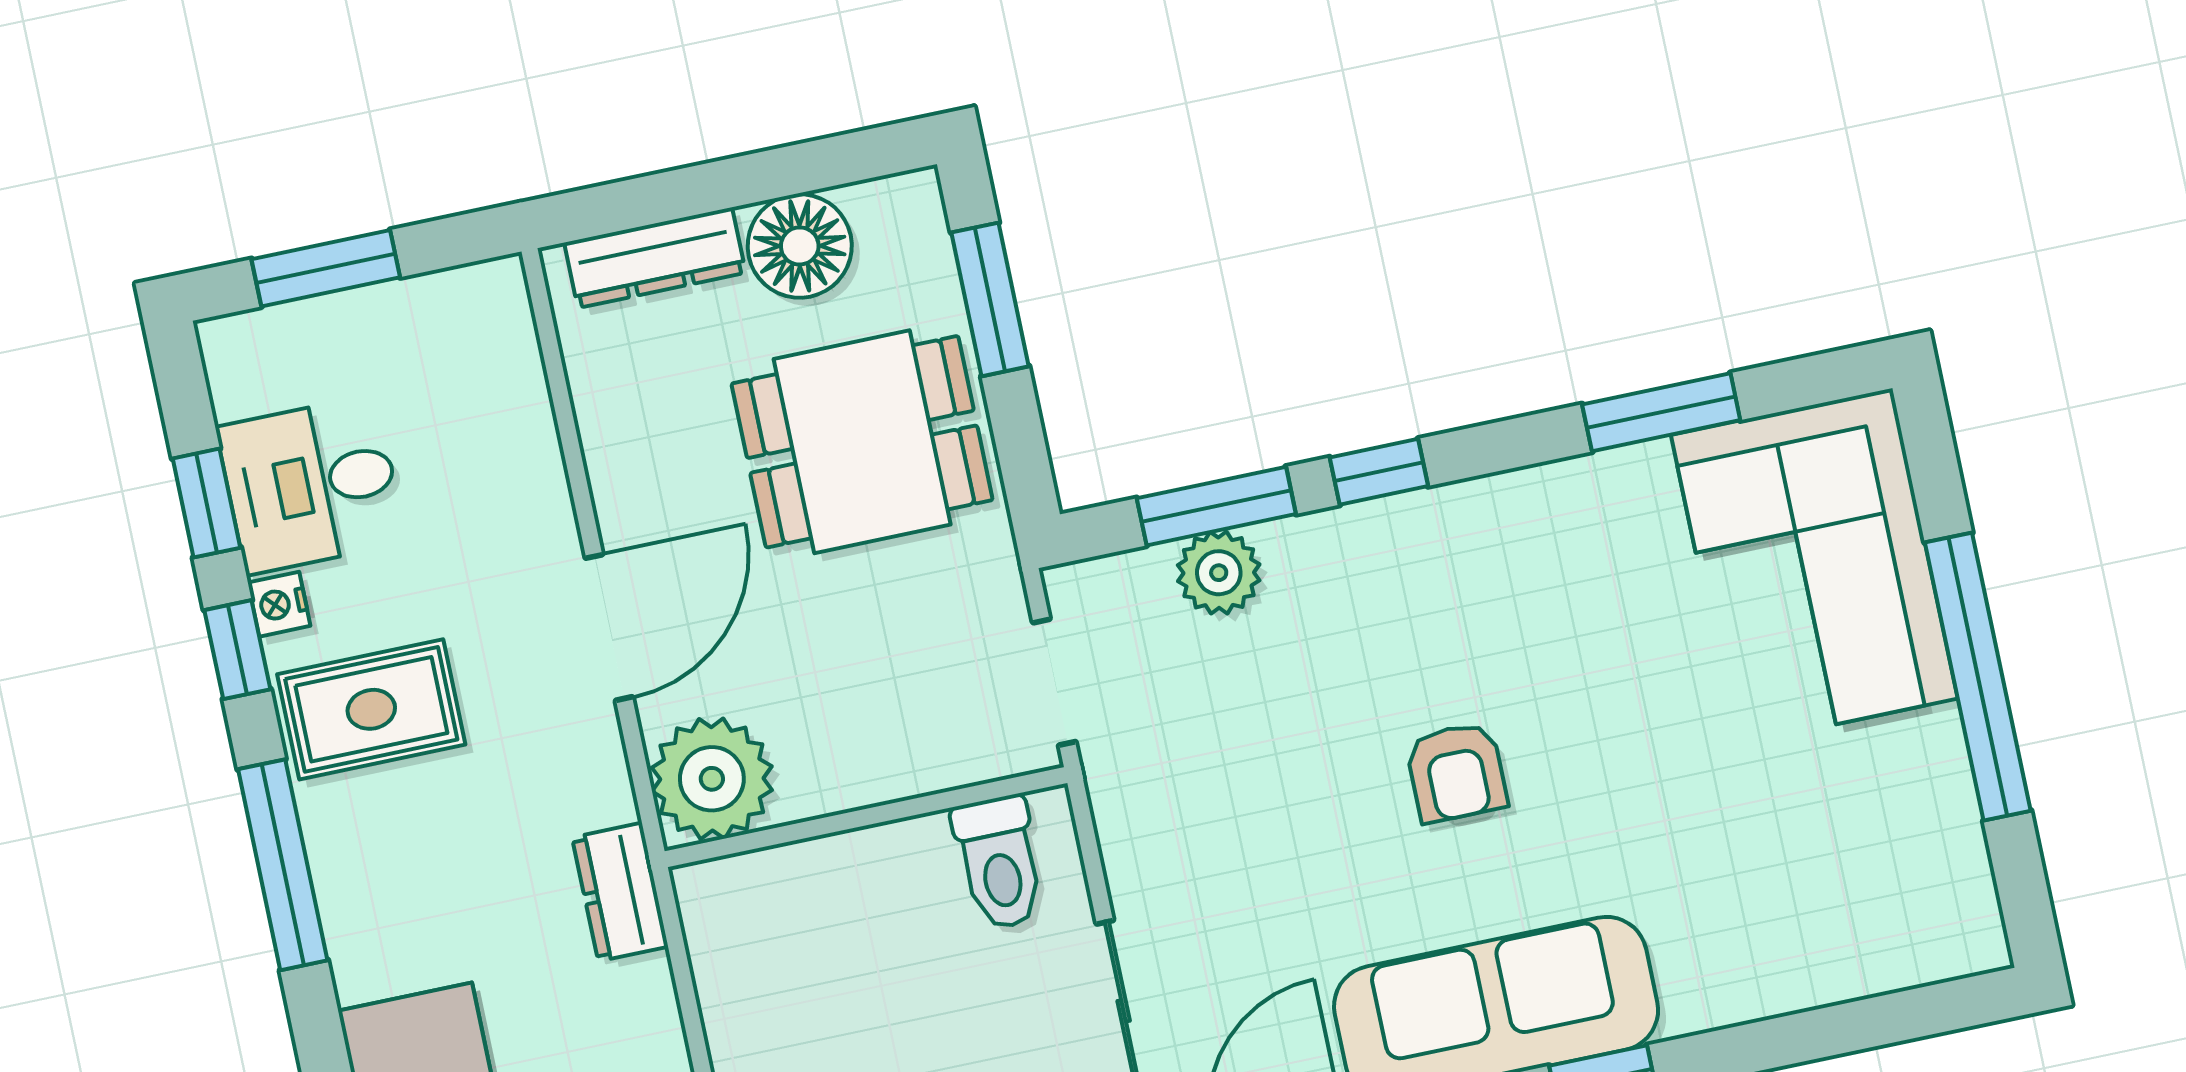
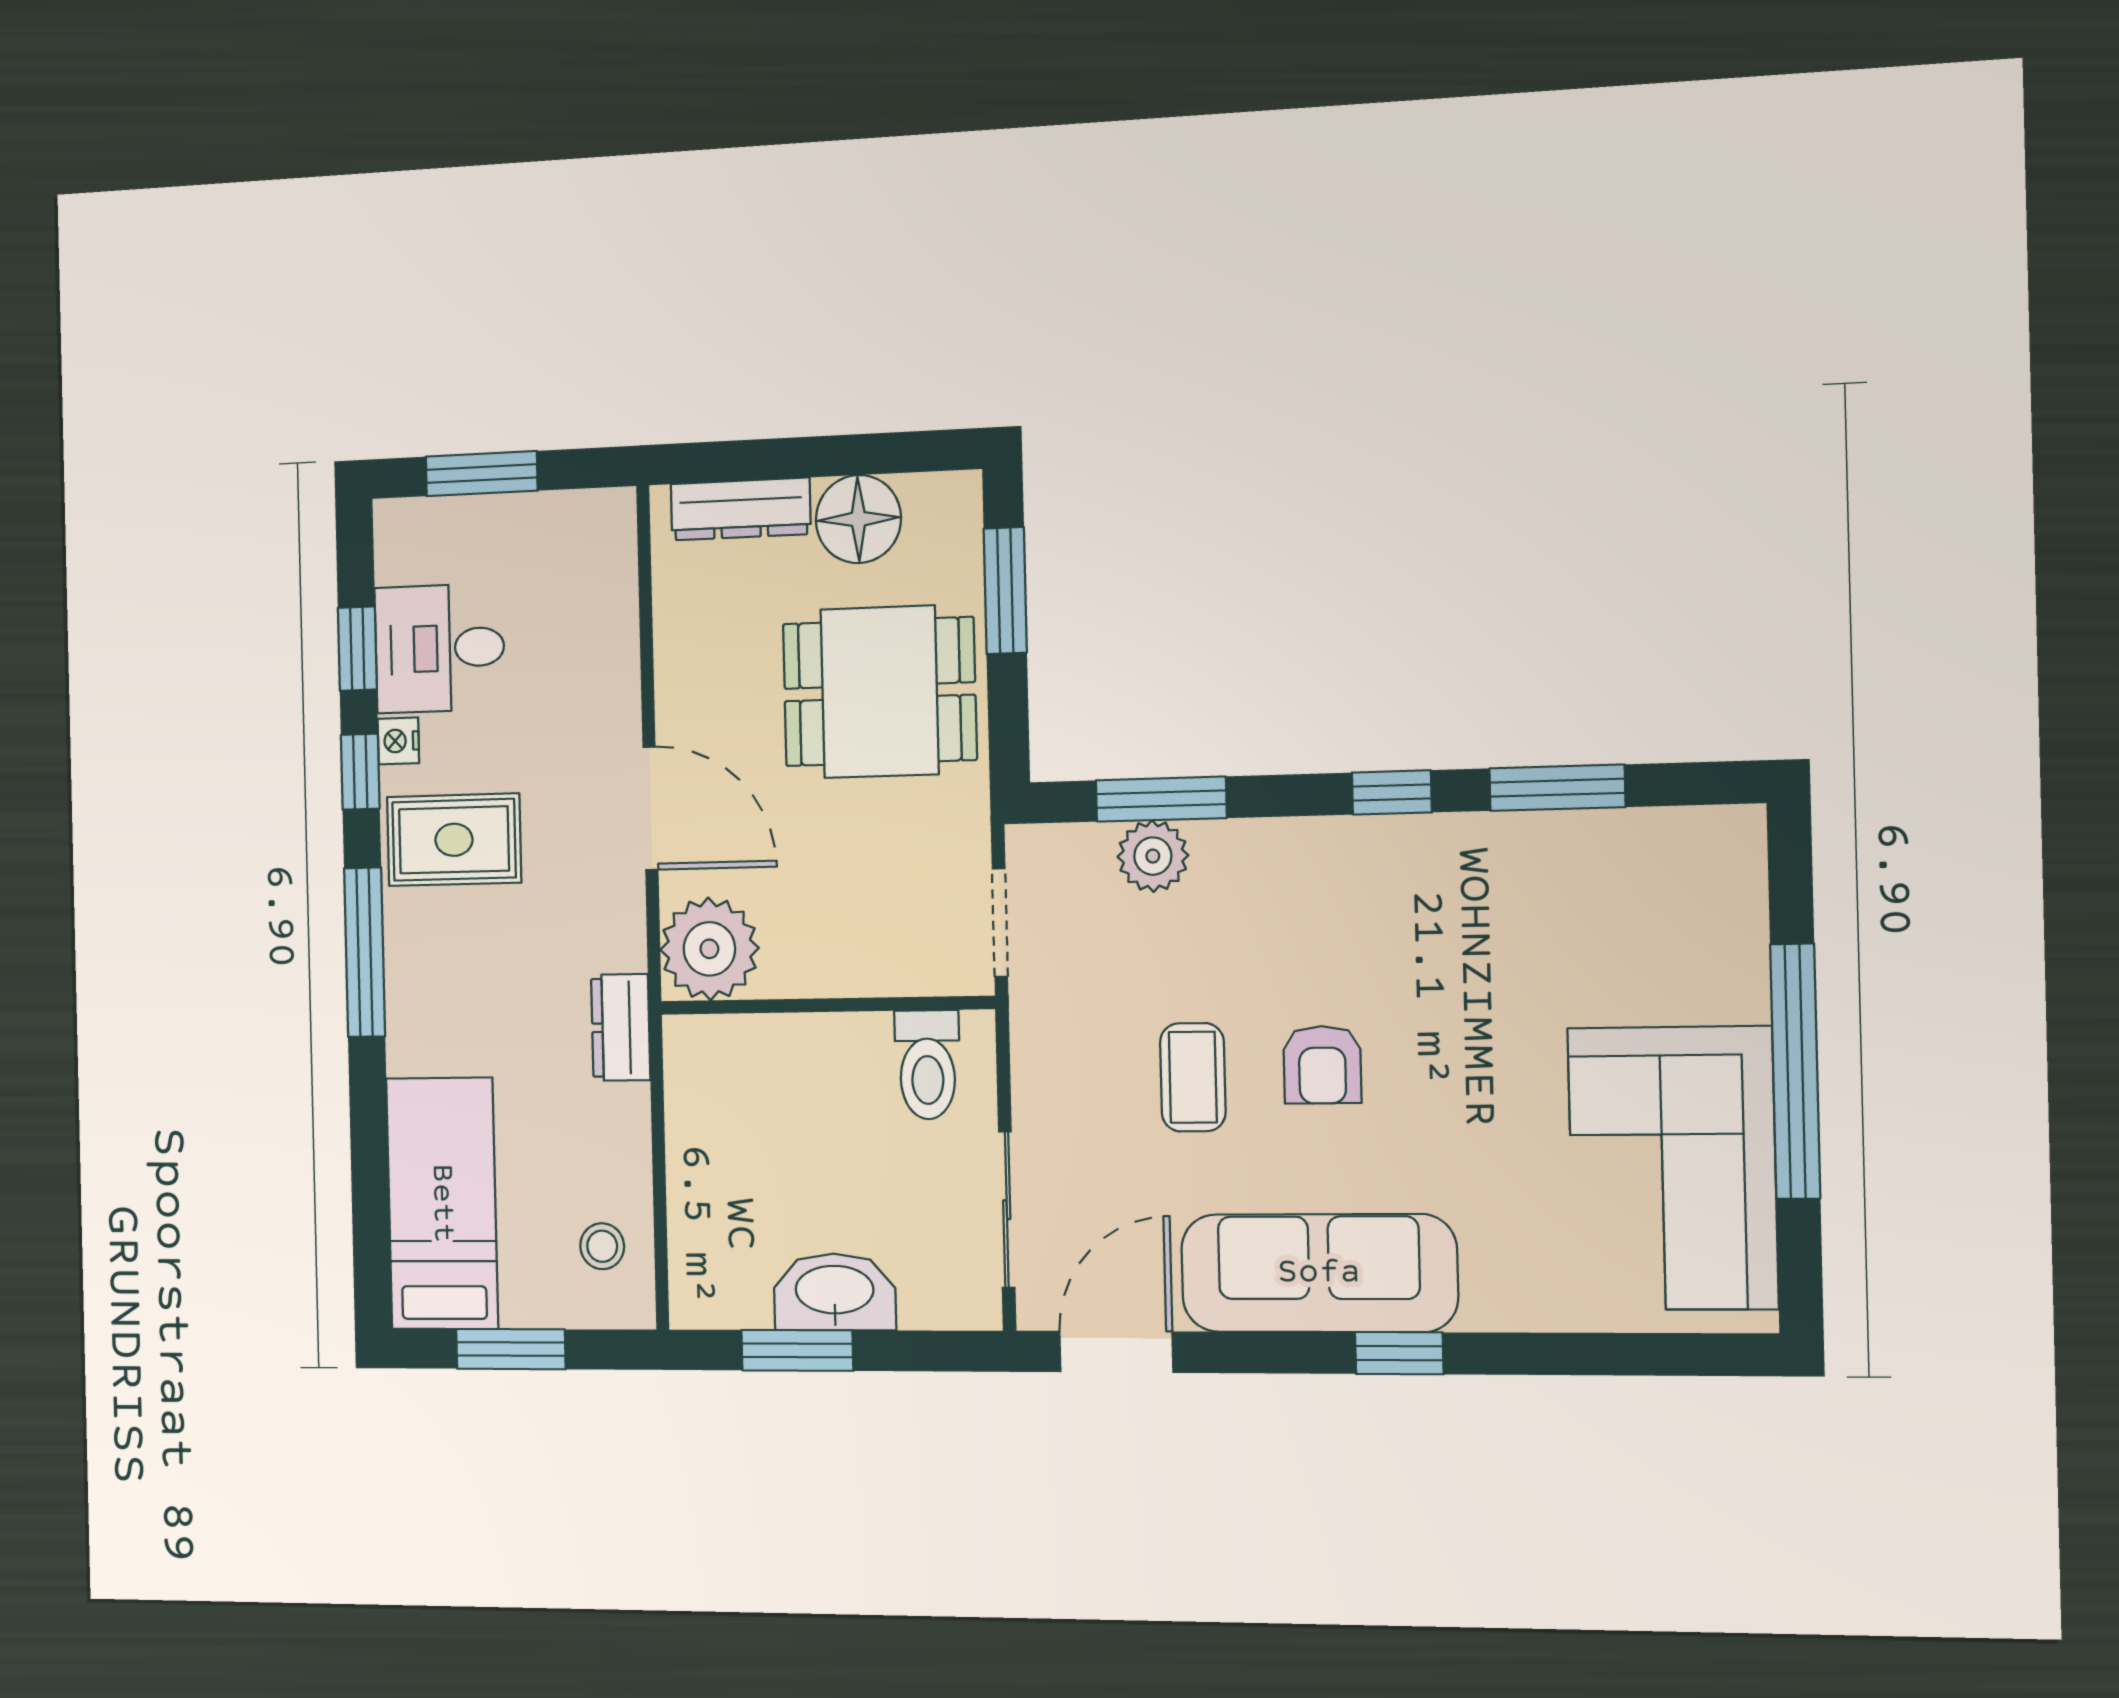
window: (1379, 472) -> (1392, 792), moved
corner sofa: (1814, 567) -> (1673, 1168), moved
door: (609, 627) -> (650, 808), hinge flipped
coffee table: (1311, 816) -> (1193, 1077), added

